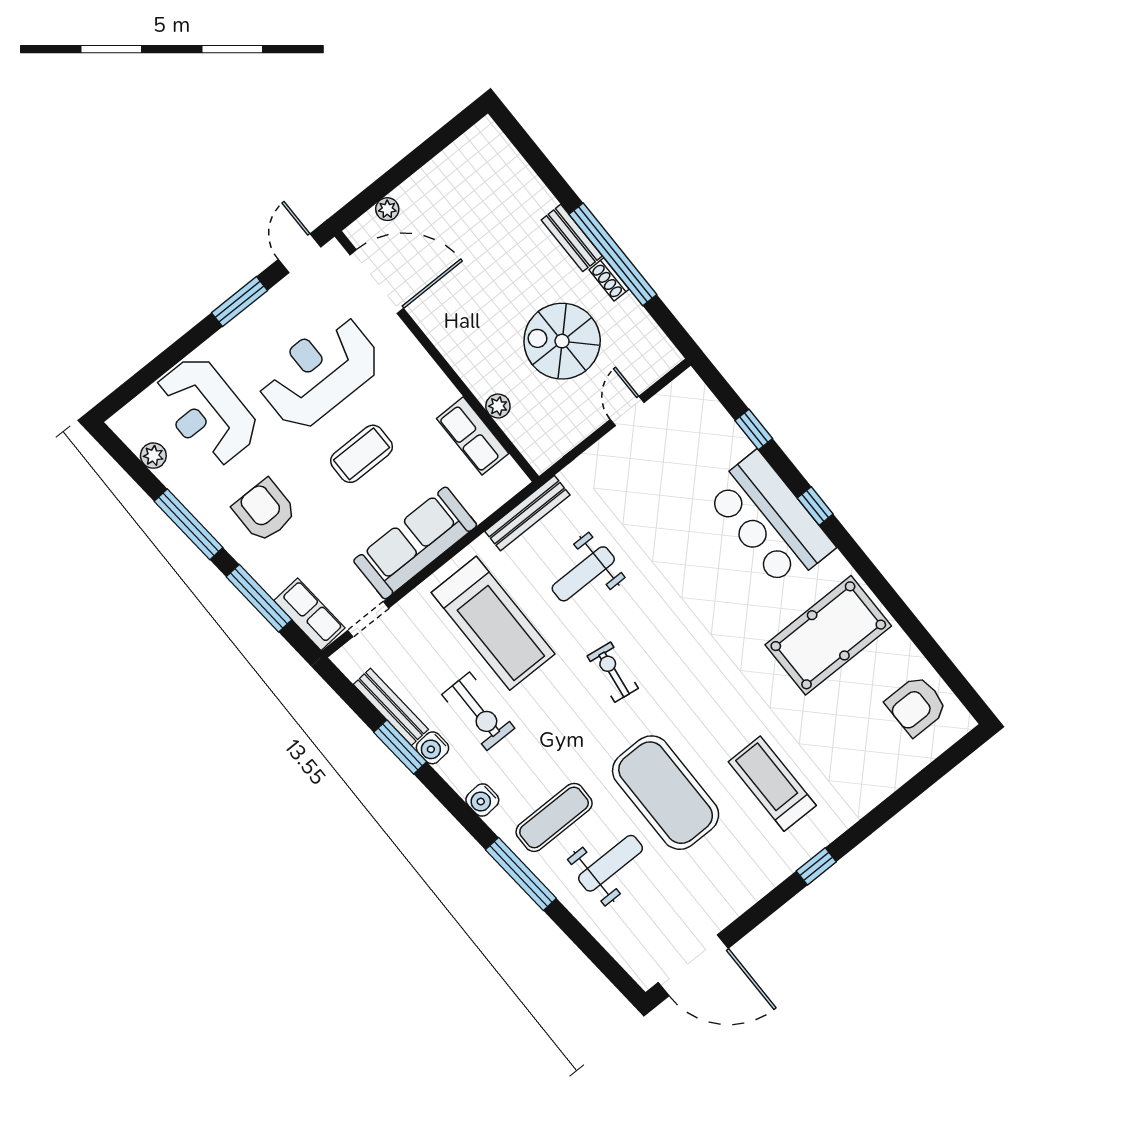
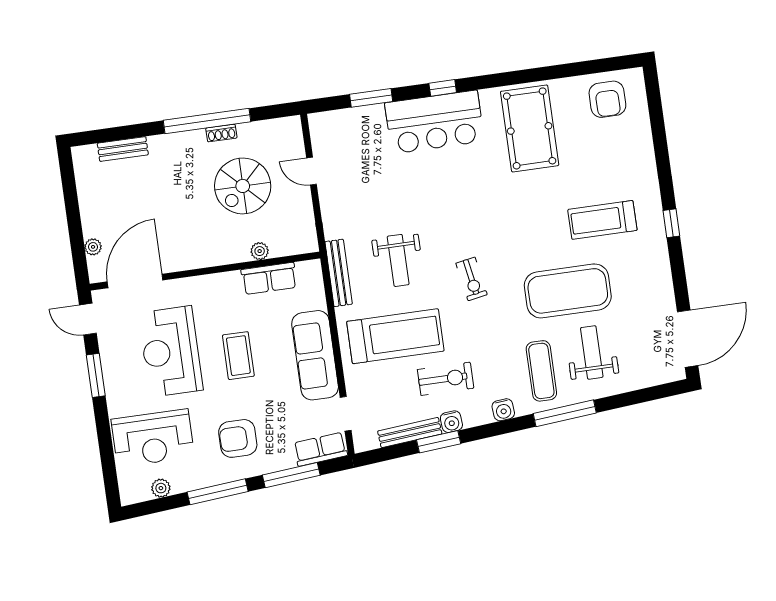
bench: (572, 238) -> (123, 149), moved
window: (754, 430) -> (371, 98), width x1.50
exercise bike: (613, 672) -> (472, 279), turned -108

